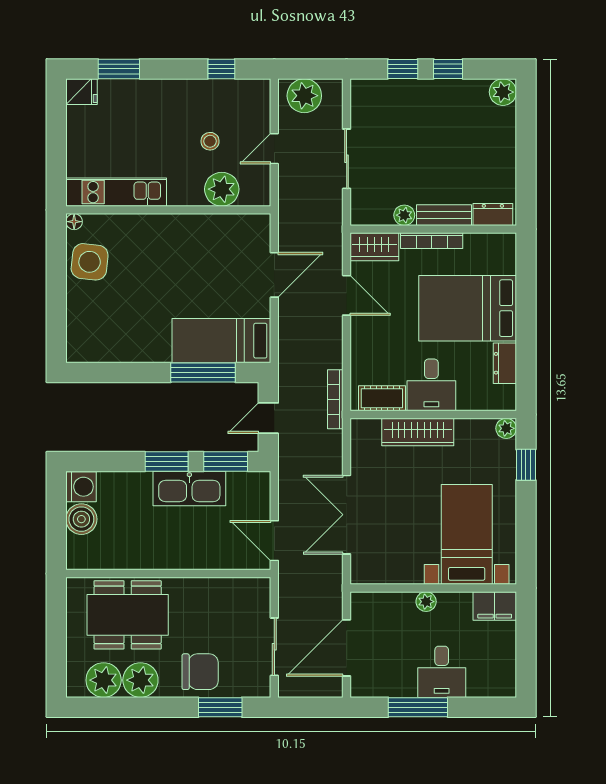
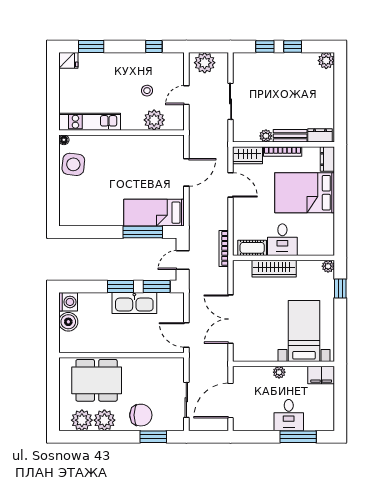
dresser: (505, 363) -> (327, 159), moved
window: (418, 707) -> (298, 437), moved

